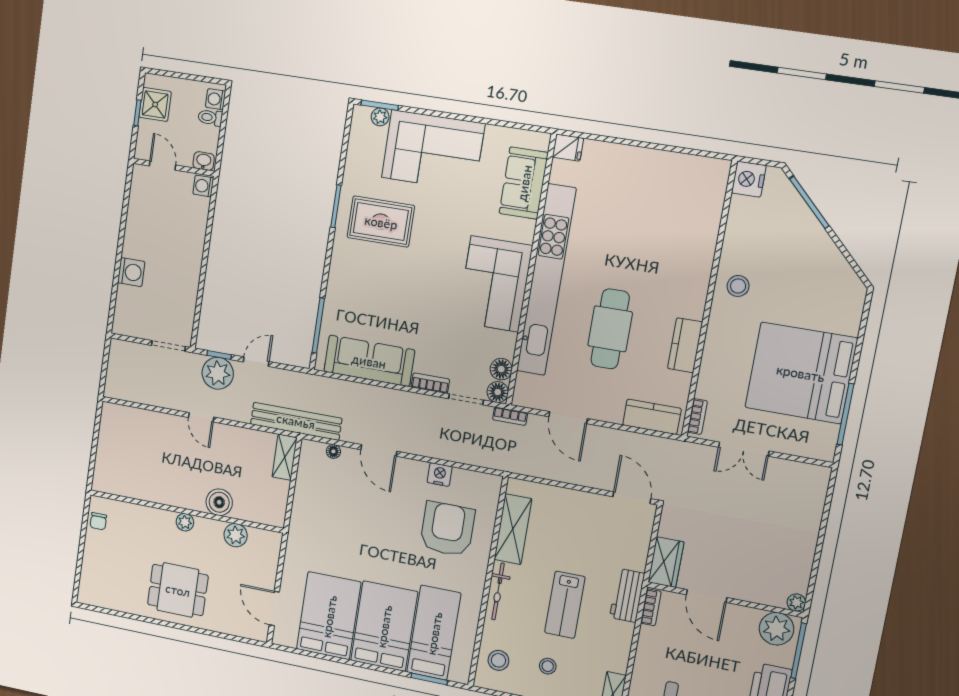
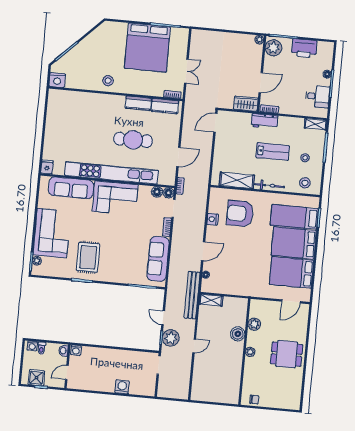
sofa: (524, 183) -> (71, 188), width x1.36
kitchen counter: (652, 417) -> (165, 106), moved, turned -90
dining table: (178, 590) -> (287, 354), turned 90

